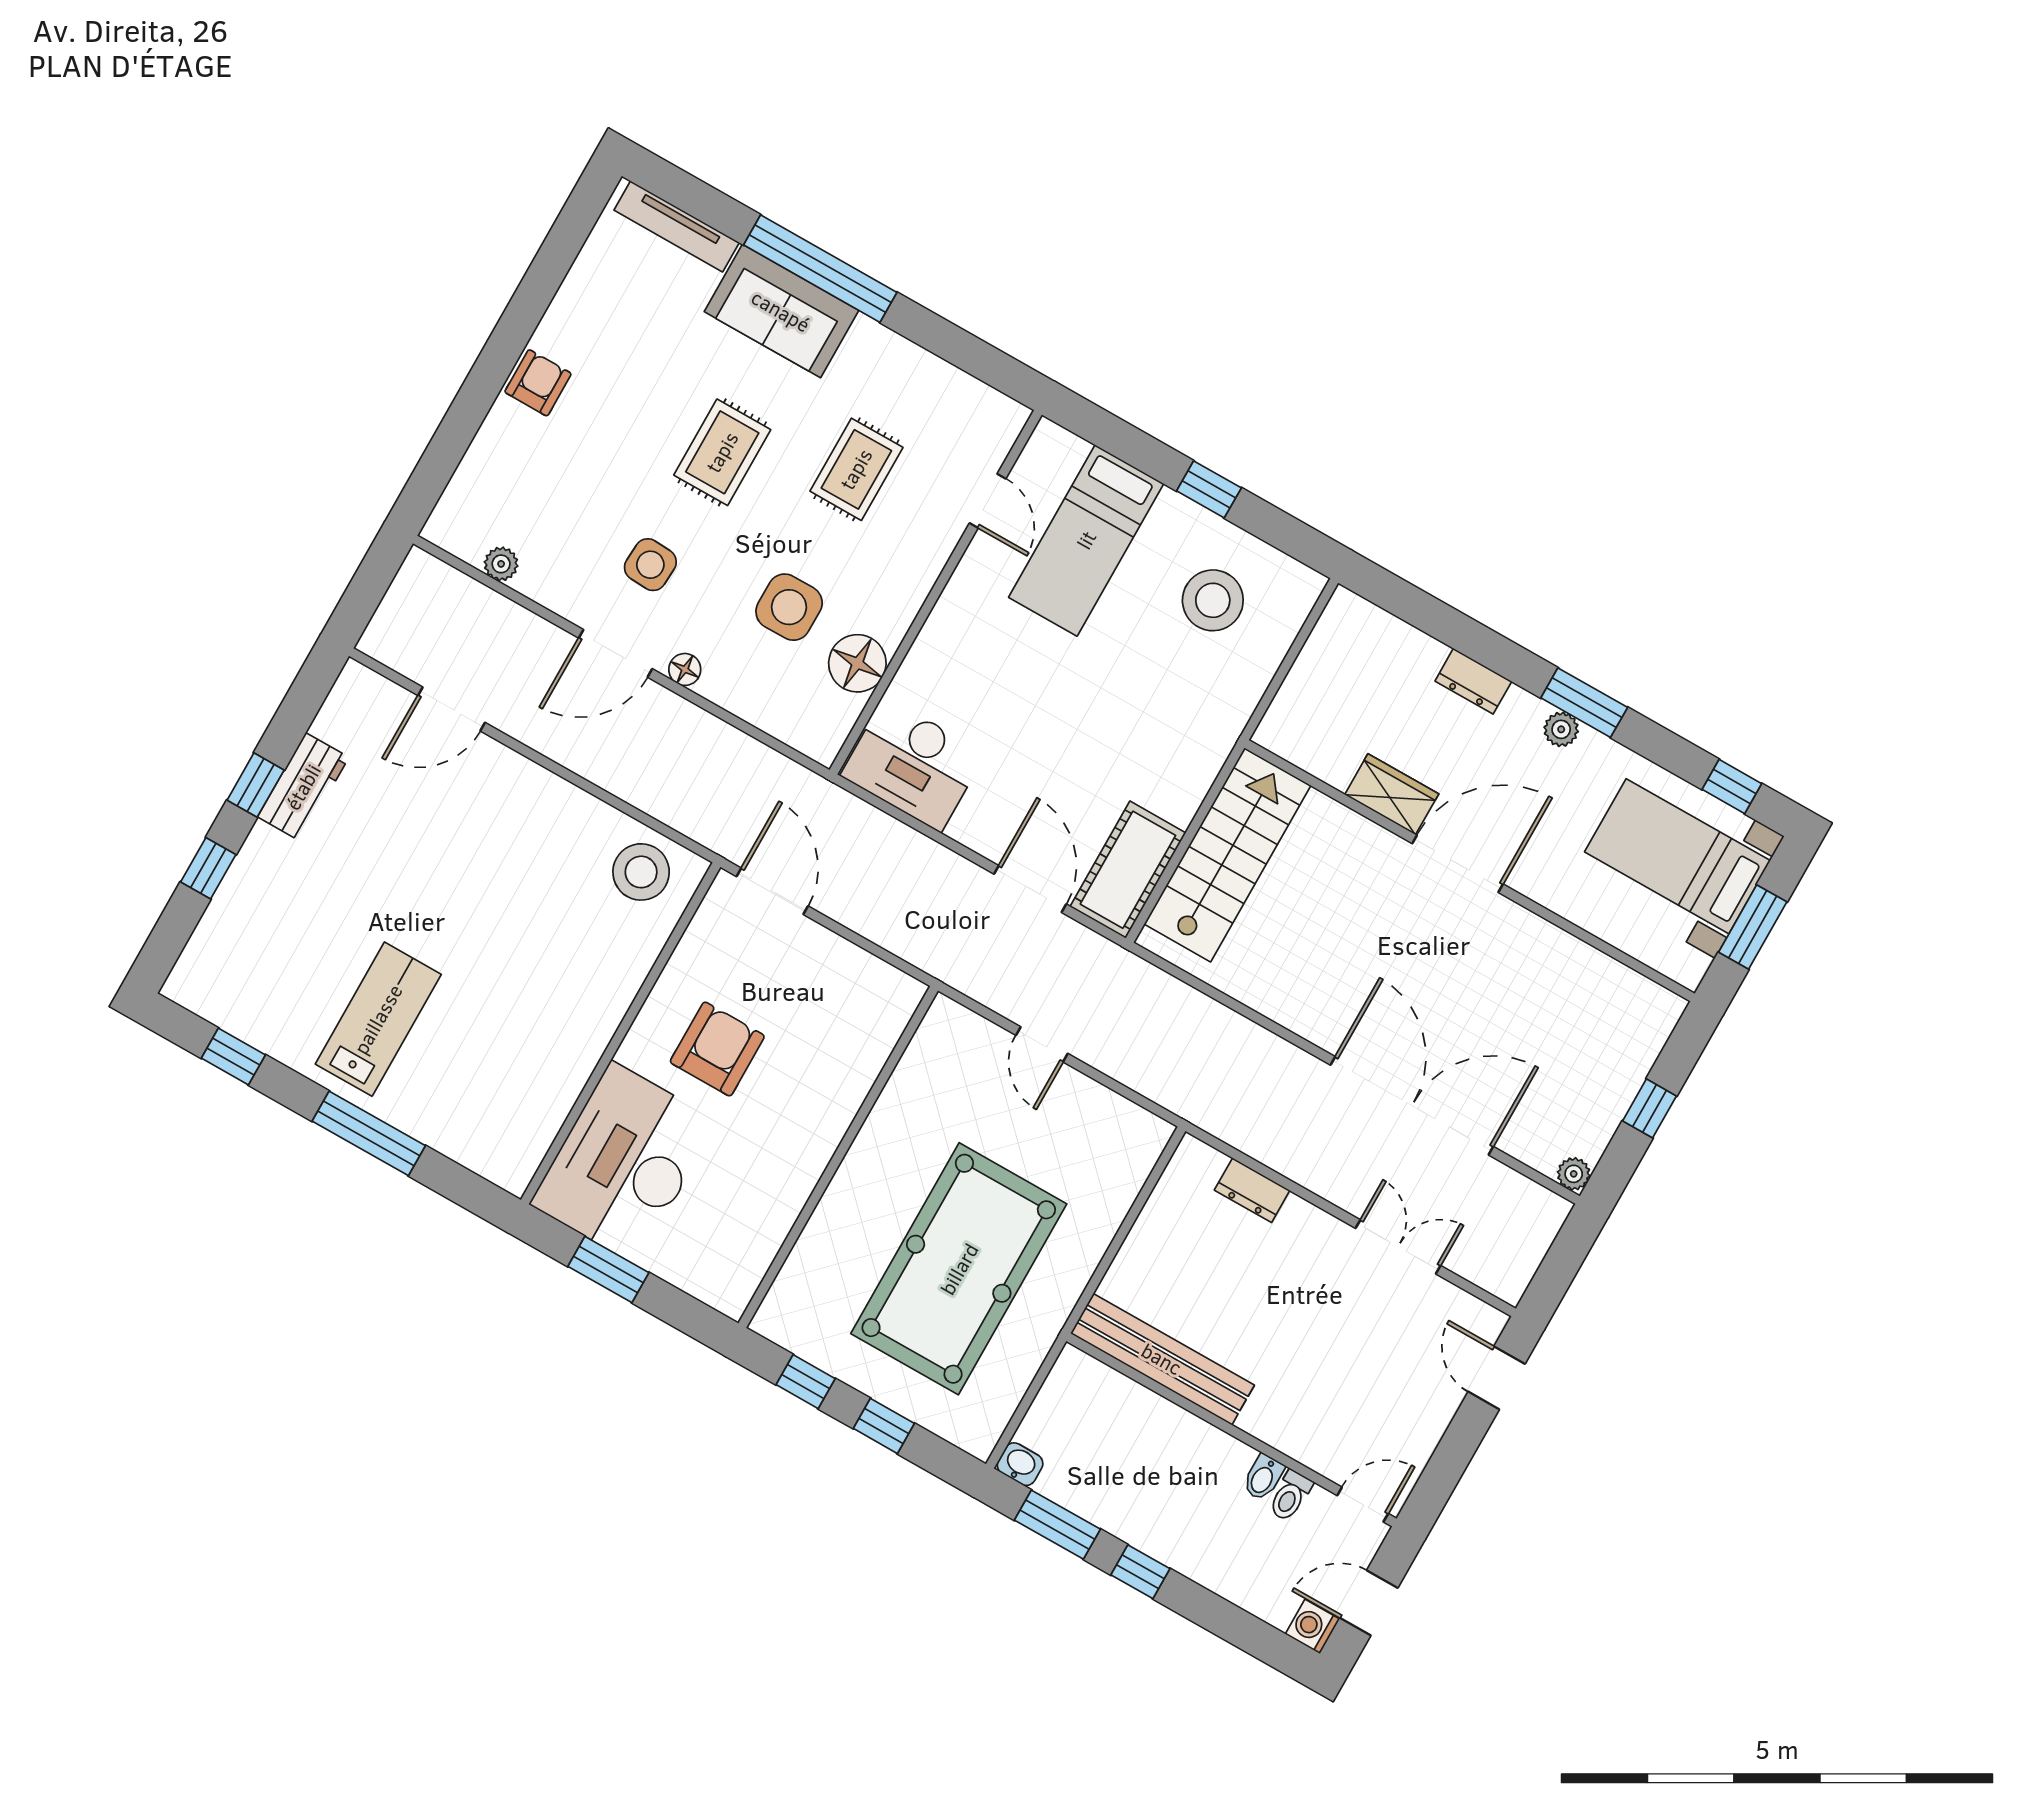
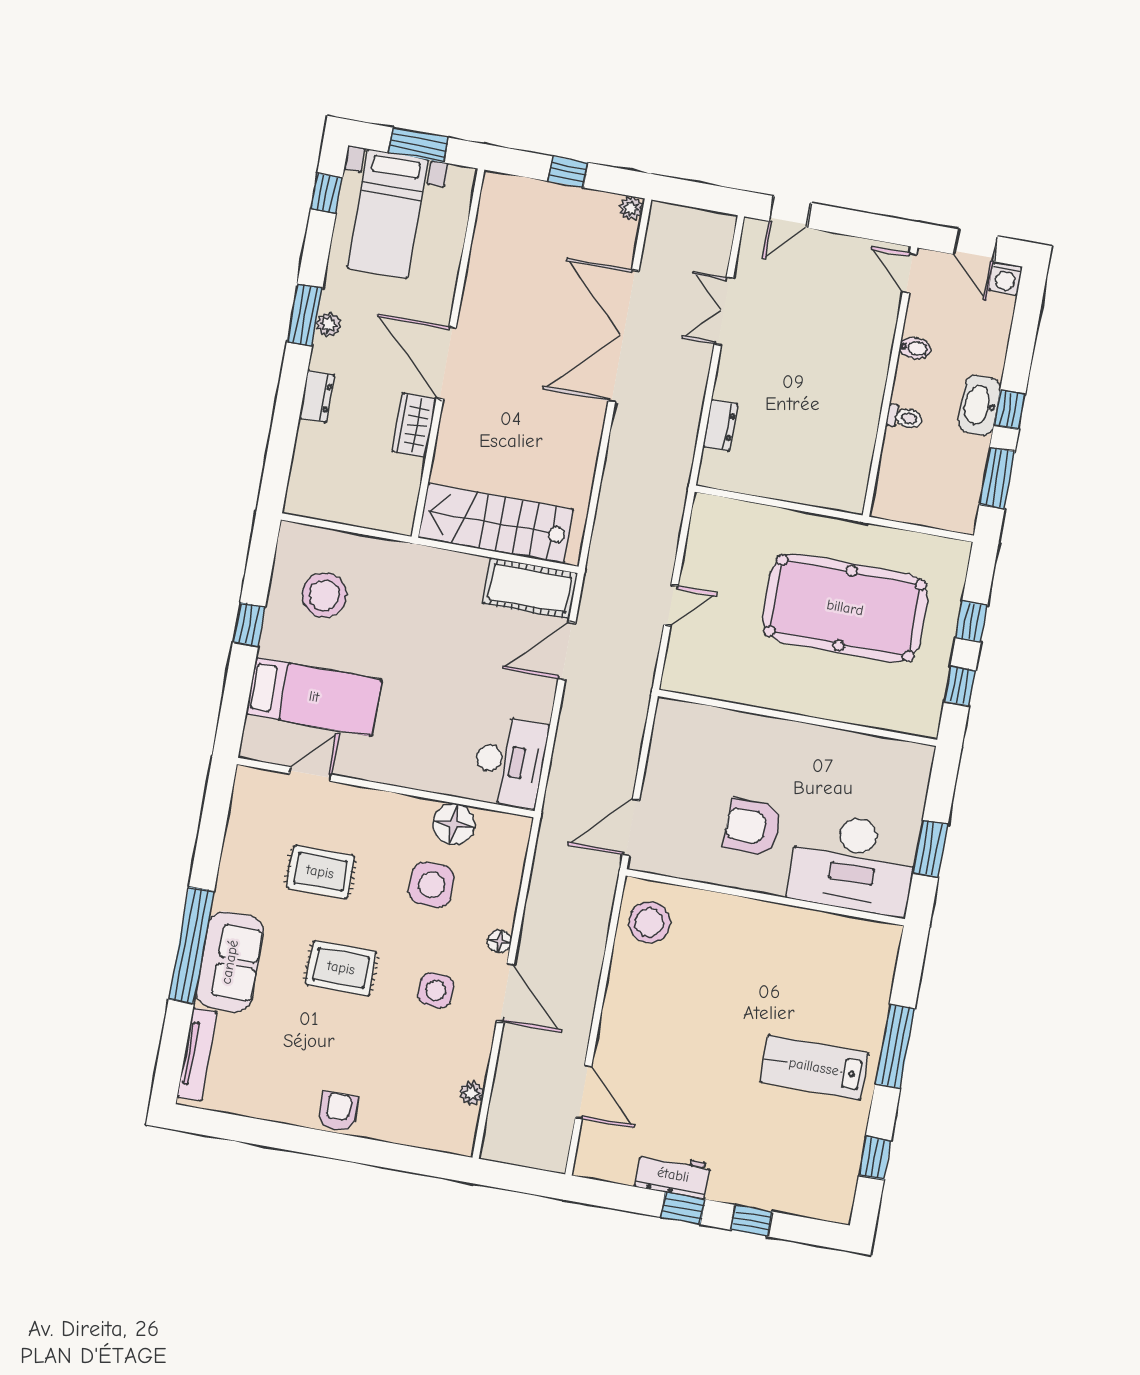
armchair: (538, 383) -> (338, 1112), turned 90
bench: (1162, 1359) -> (858, 446), removed
washbasin: (1020, 1464) -> (980, 405), moved, width x1.91, depth x1.45
toilet: (1290, 1496) -> (904, 417), moved

